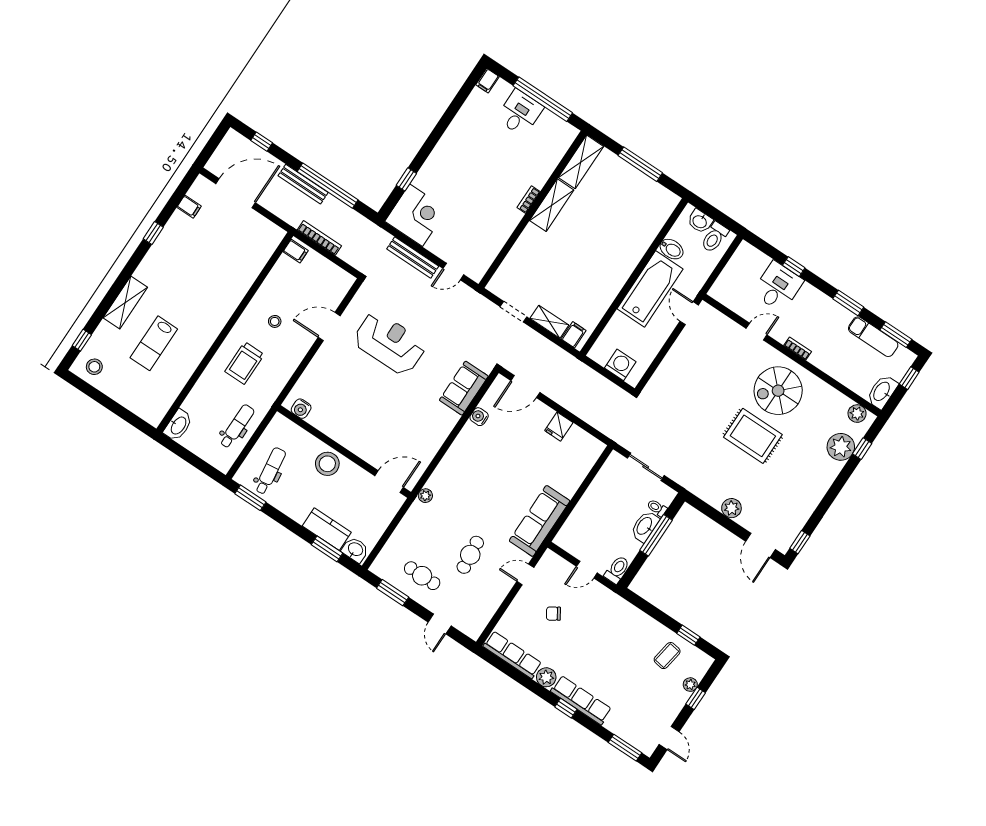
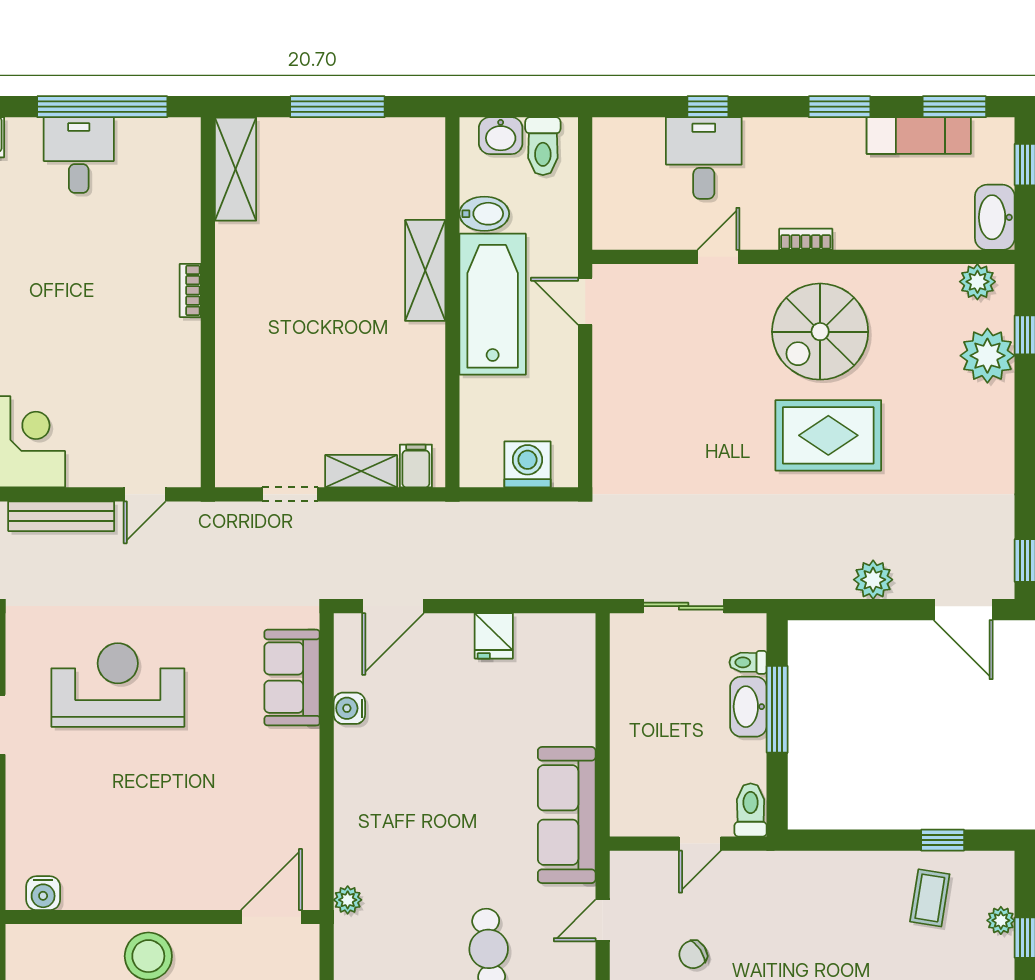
shelving: (552, 205) -> (425, 270), moved

